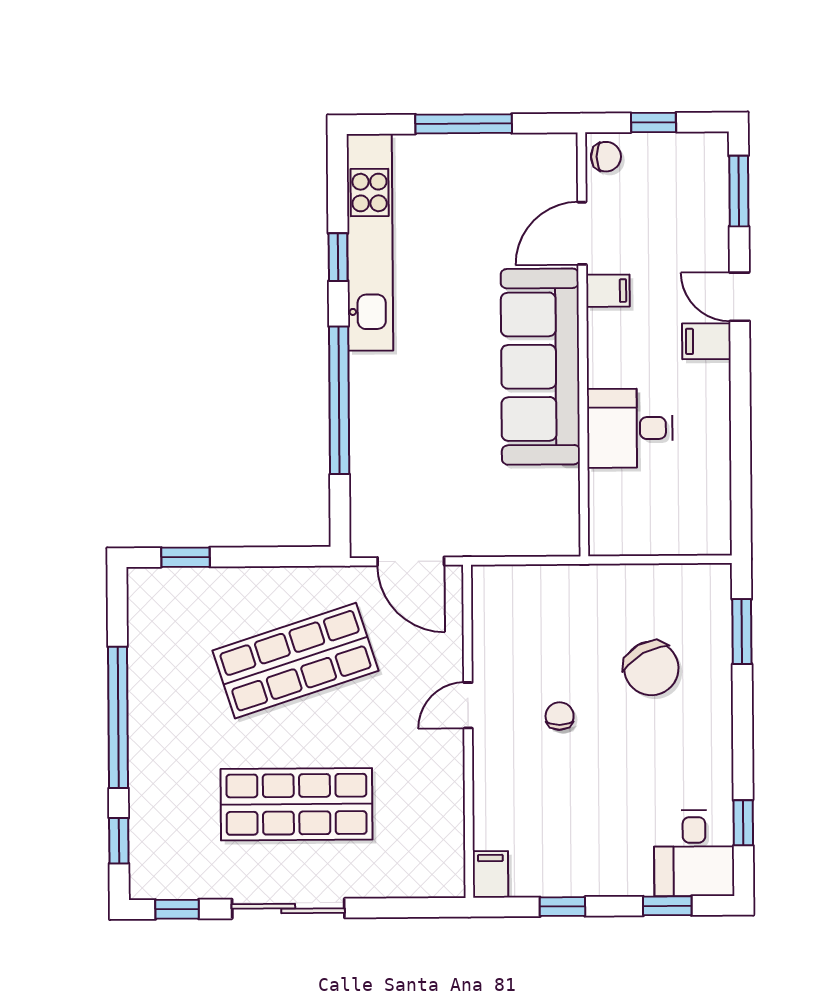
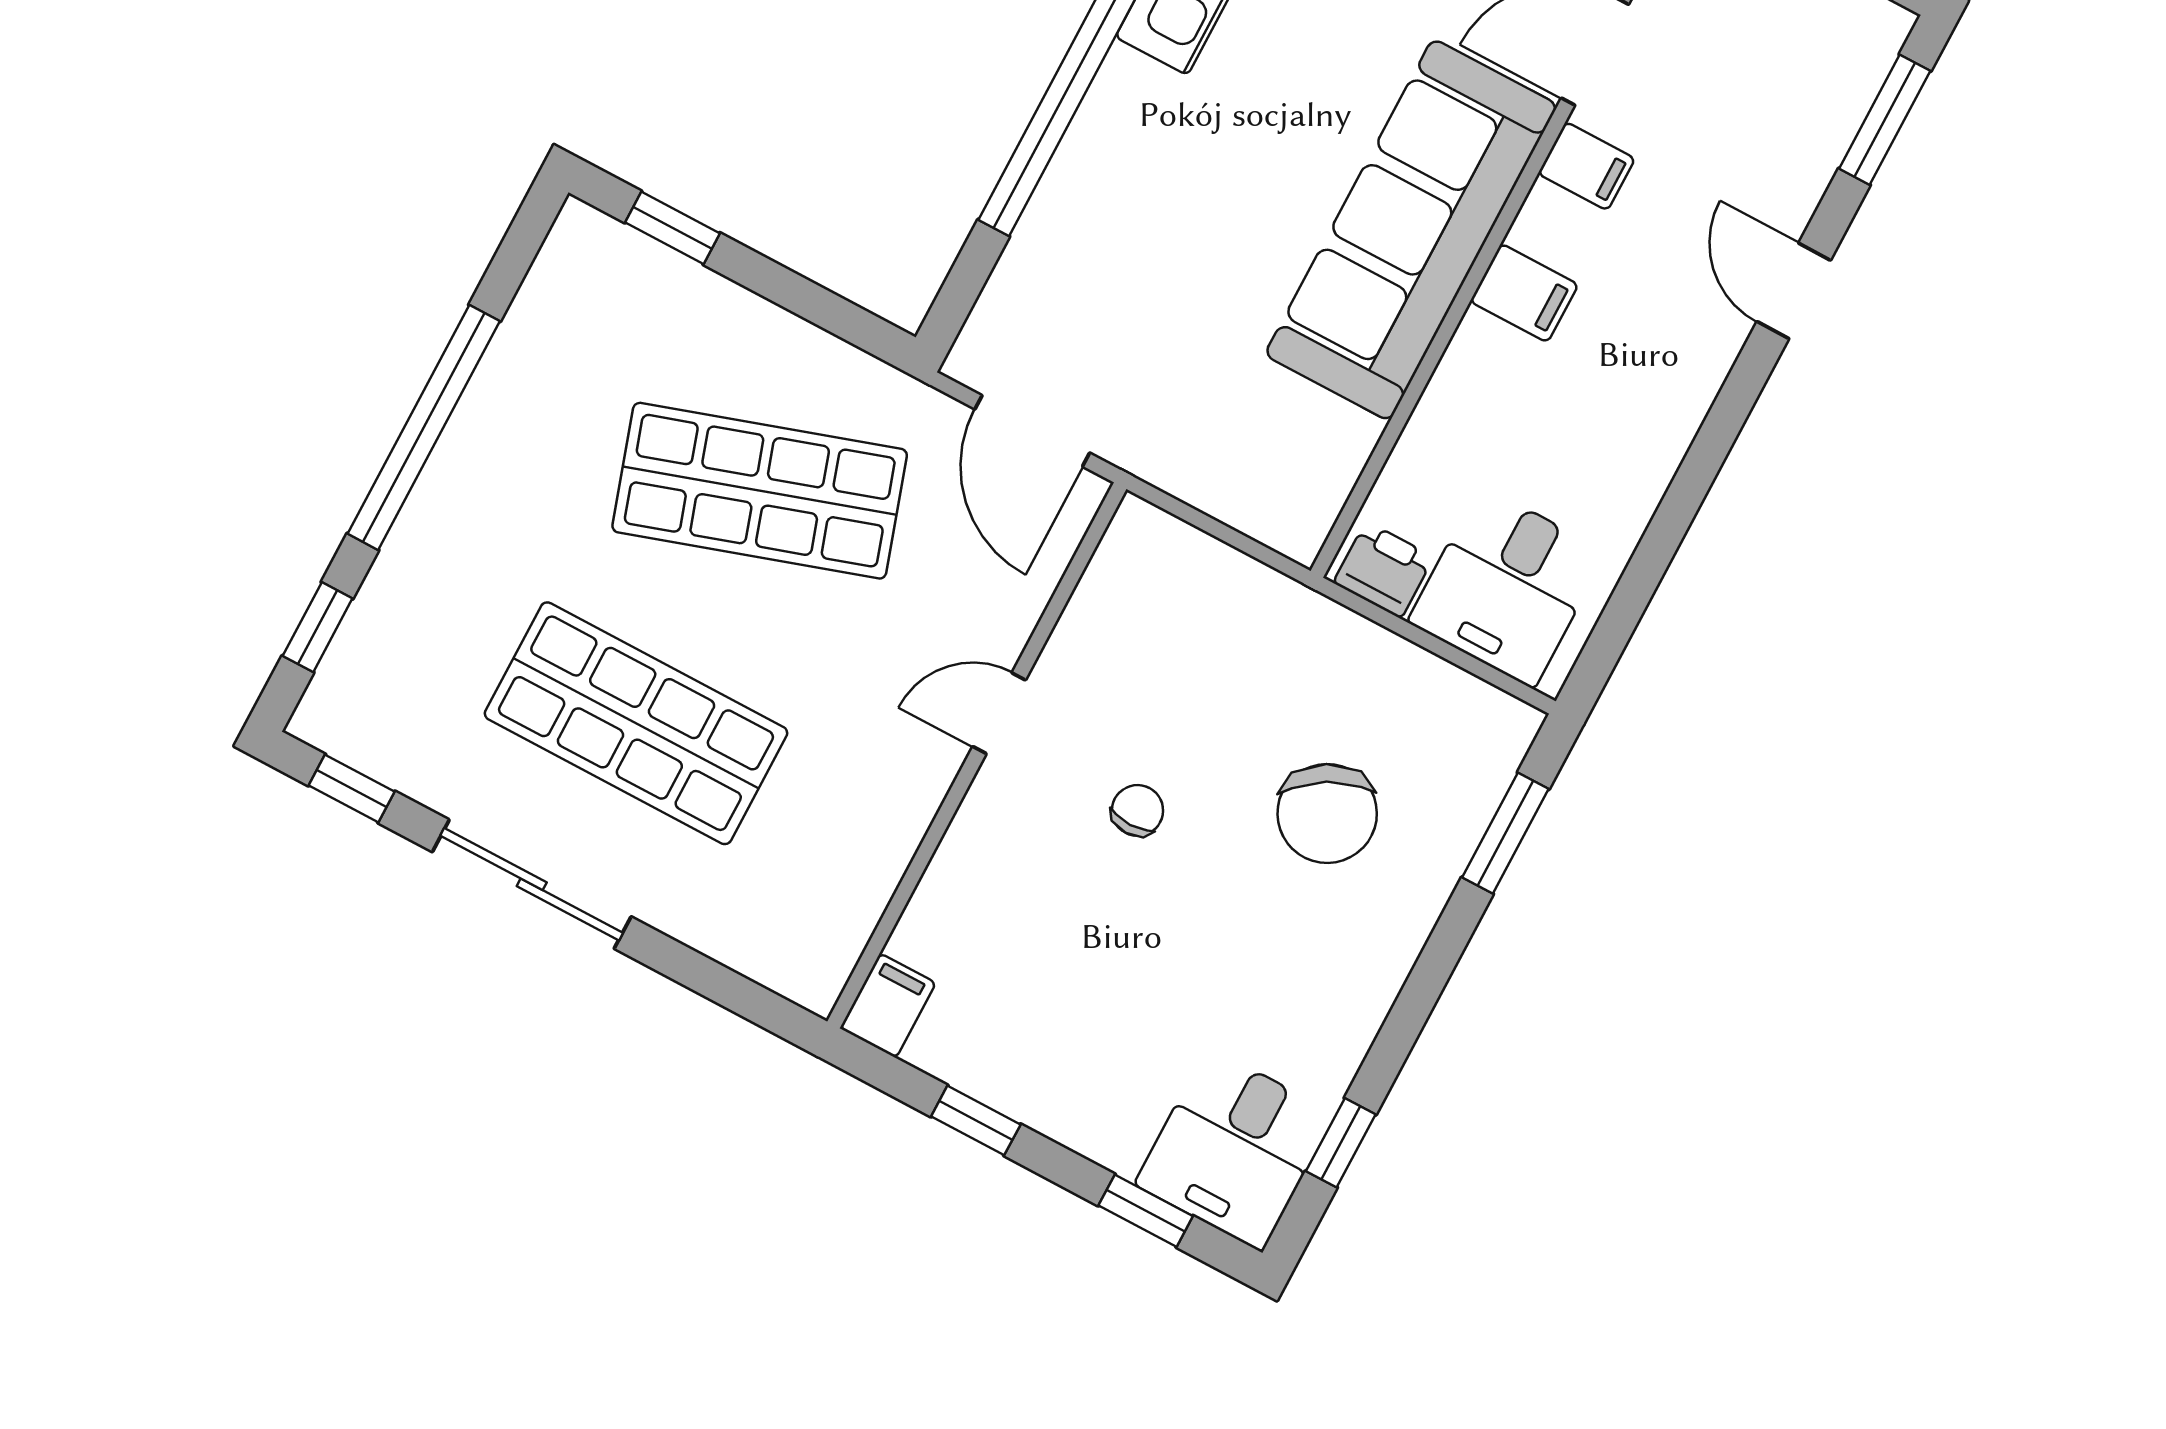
filing cabinet: (706, 341) -> (1524, 293), moved, turned 180
desk: (630, 428) -> (1507, 587), moved, turned -90
printer: (615, 537) -> (1384, 570), added

